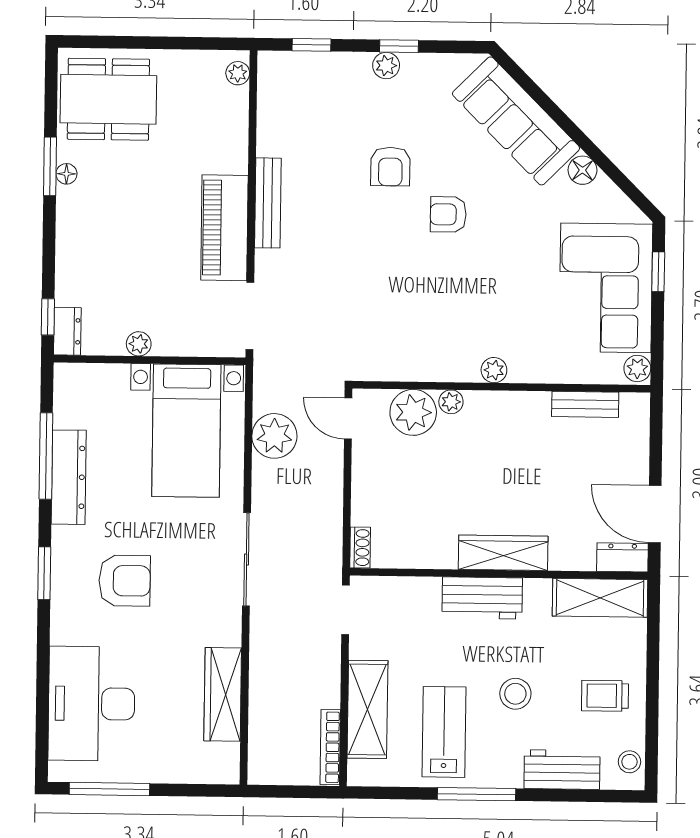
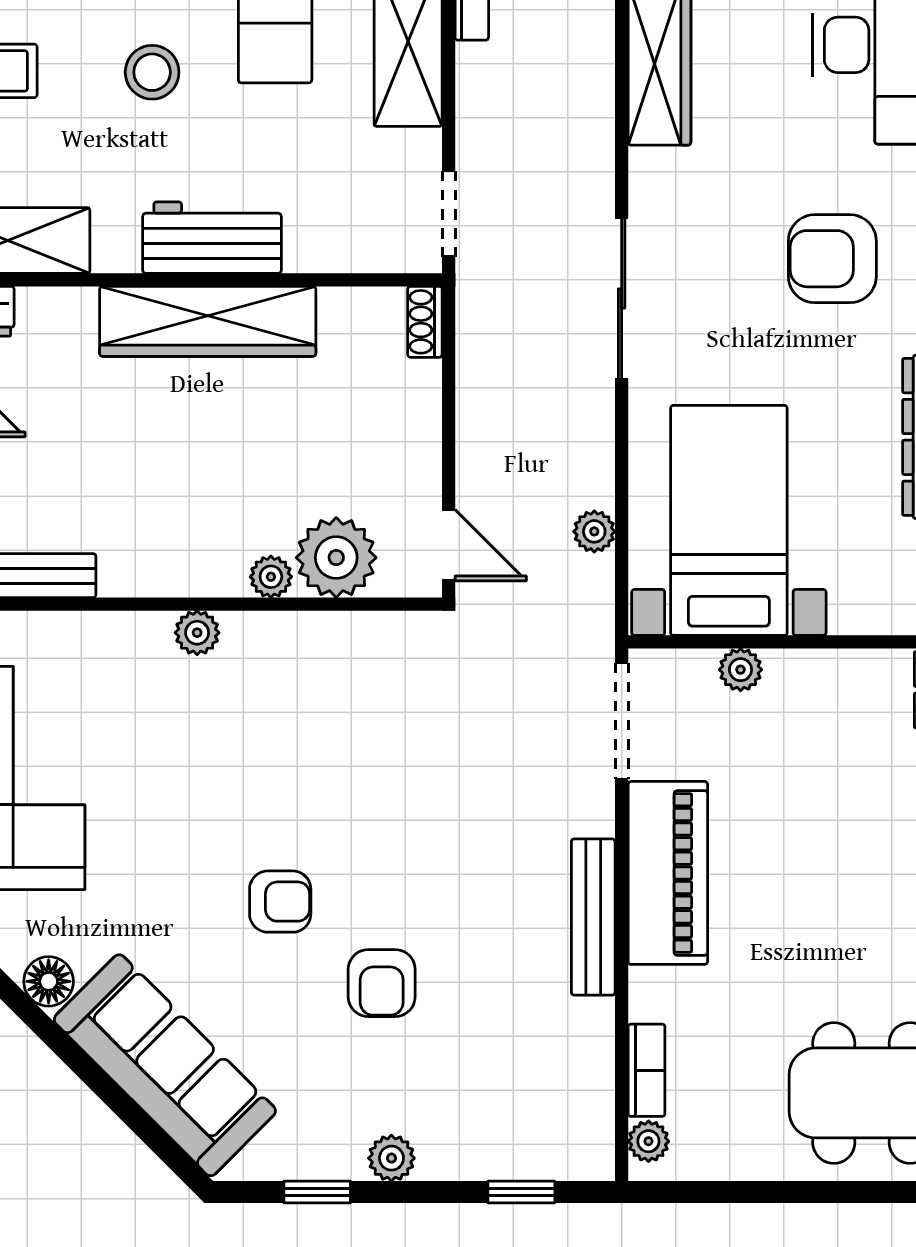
window: (399, 46) -> (317, 1192), moved
bookcase: (238, 114) -> (647, 1070), added
armchair: (390, 167) -> (382, 983), turned 180
plant: (139, 344) -> (741, 670), moved
plant: (274, 436) -> (594, 531), width x0.53, depth x0.53
wardrobe: (503, 553) -> (208, 321), width x1.40, depth x1.17

